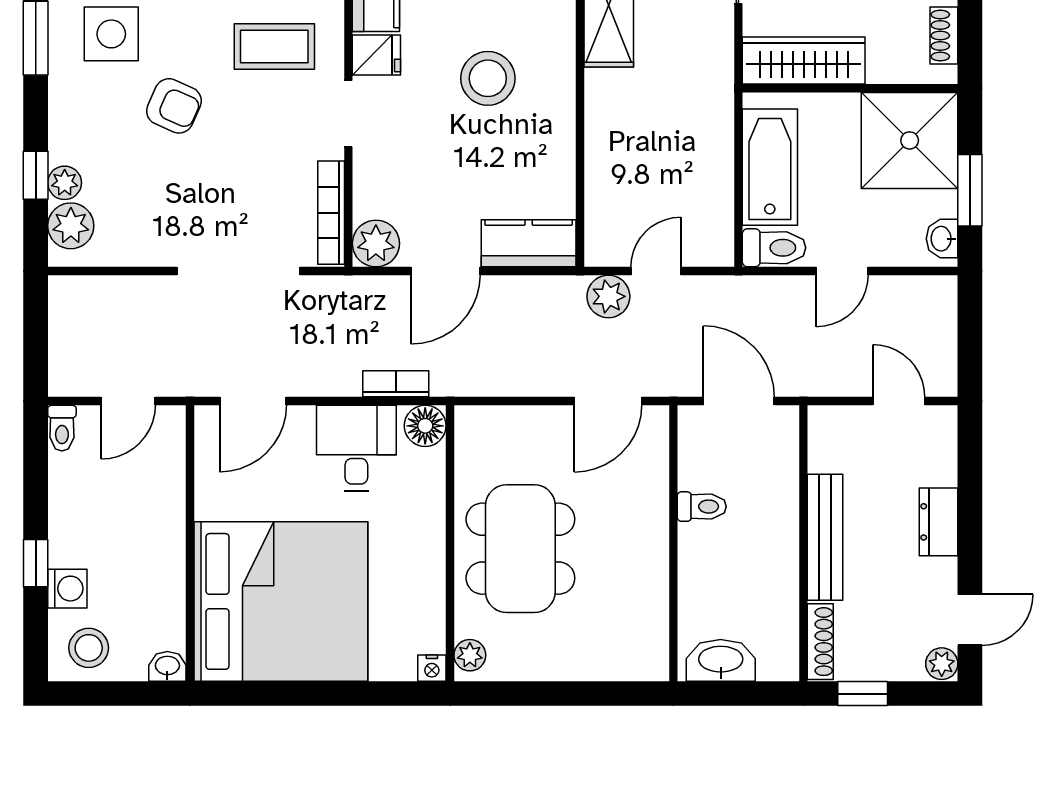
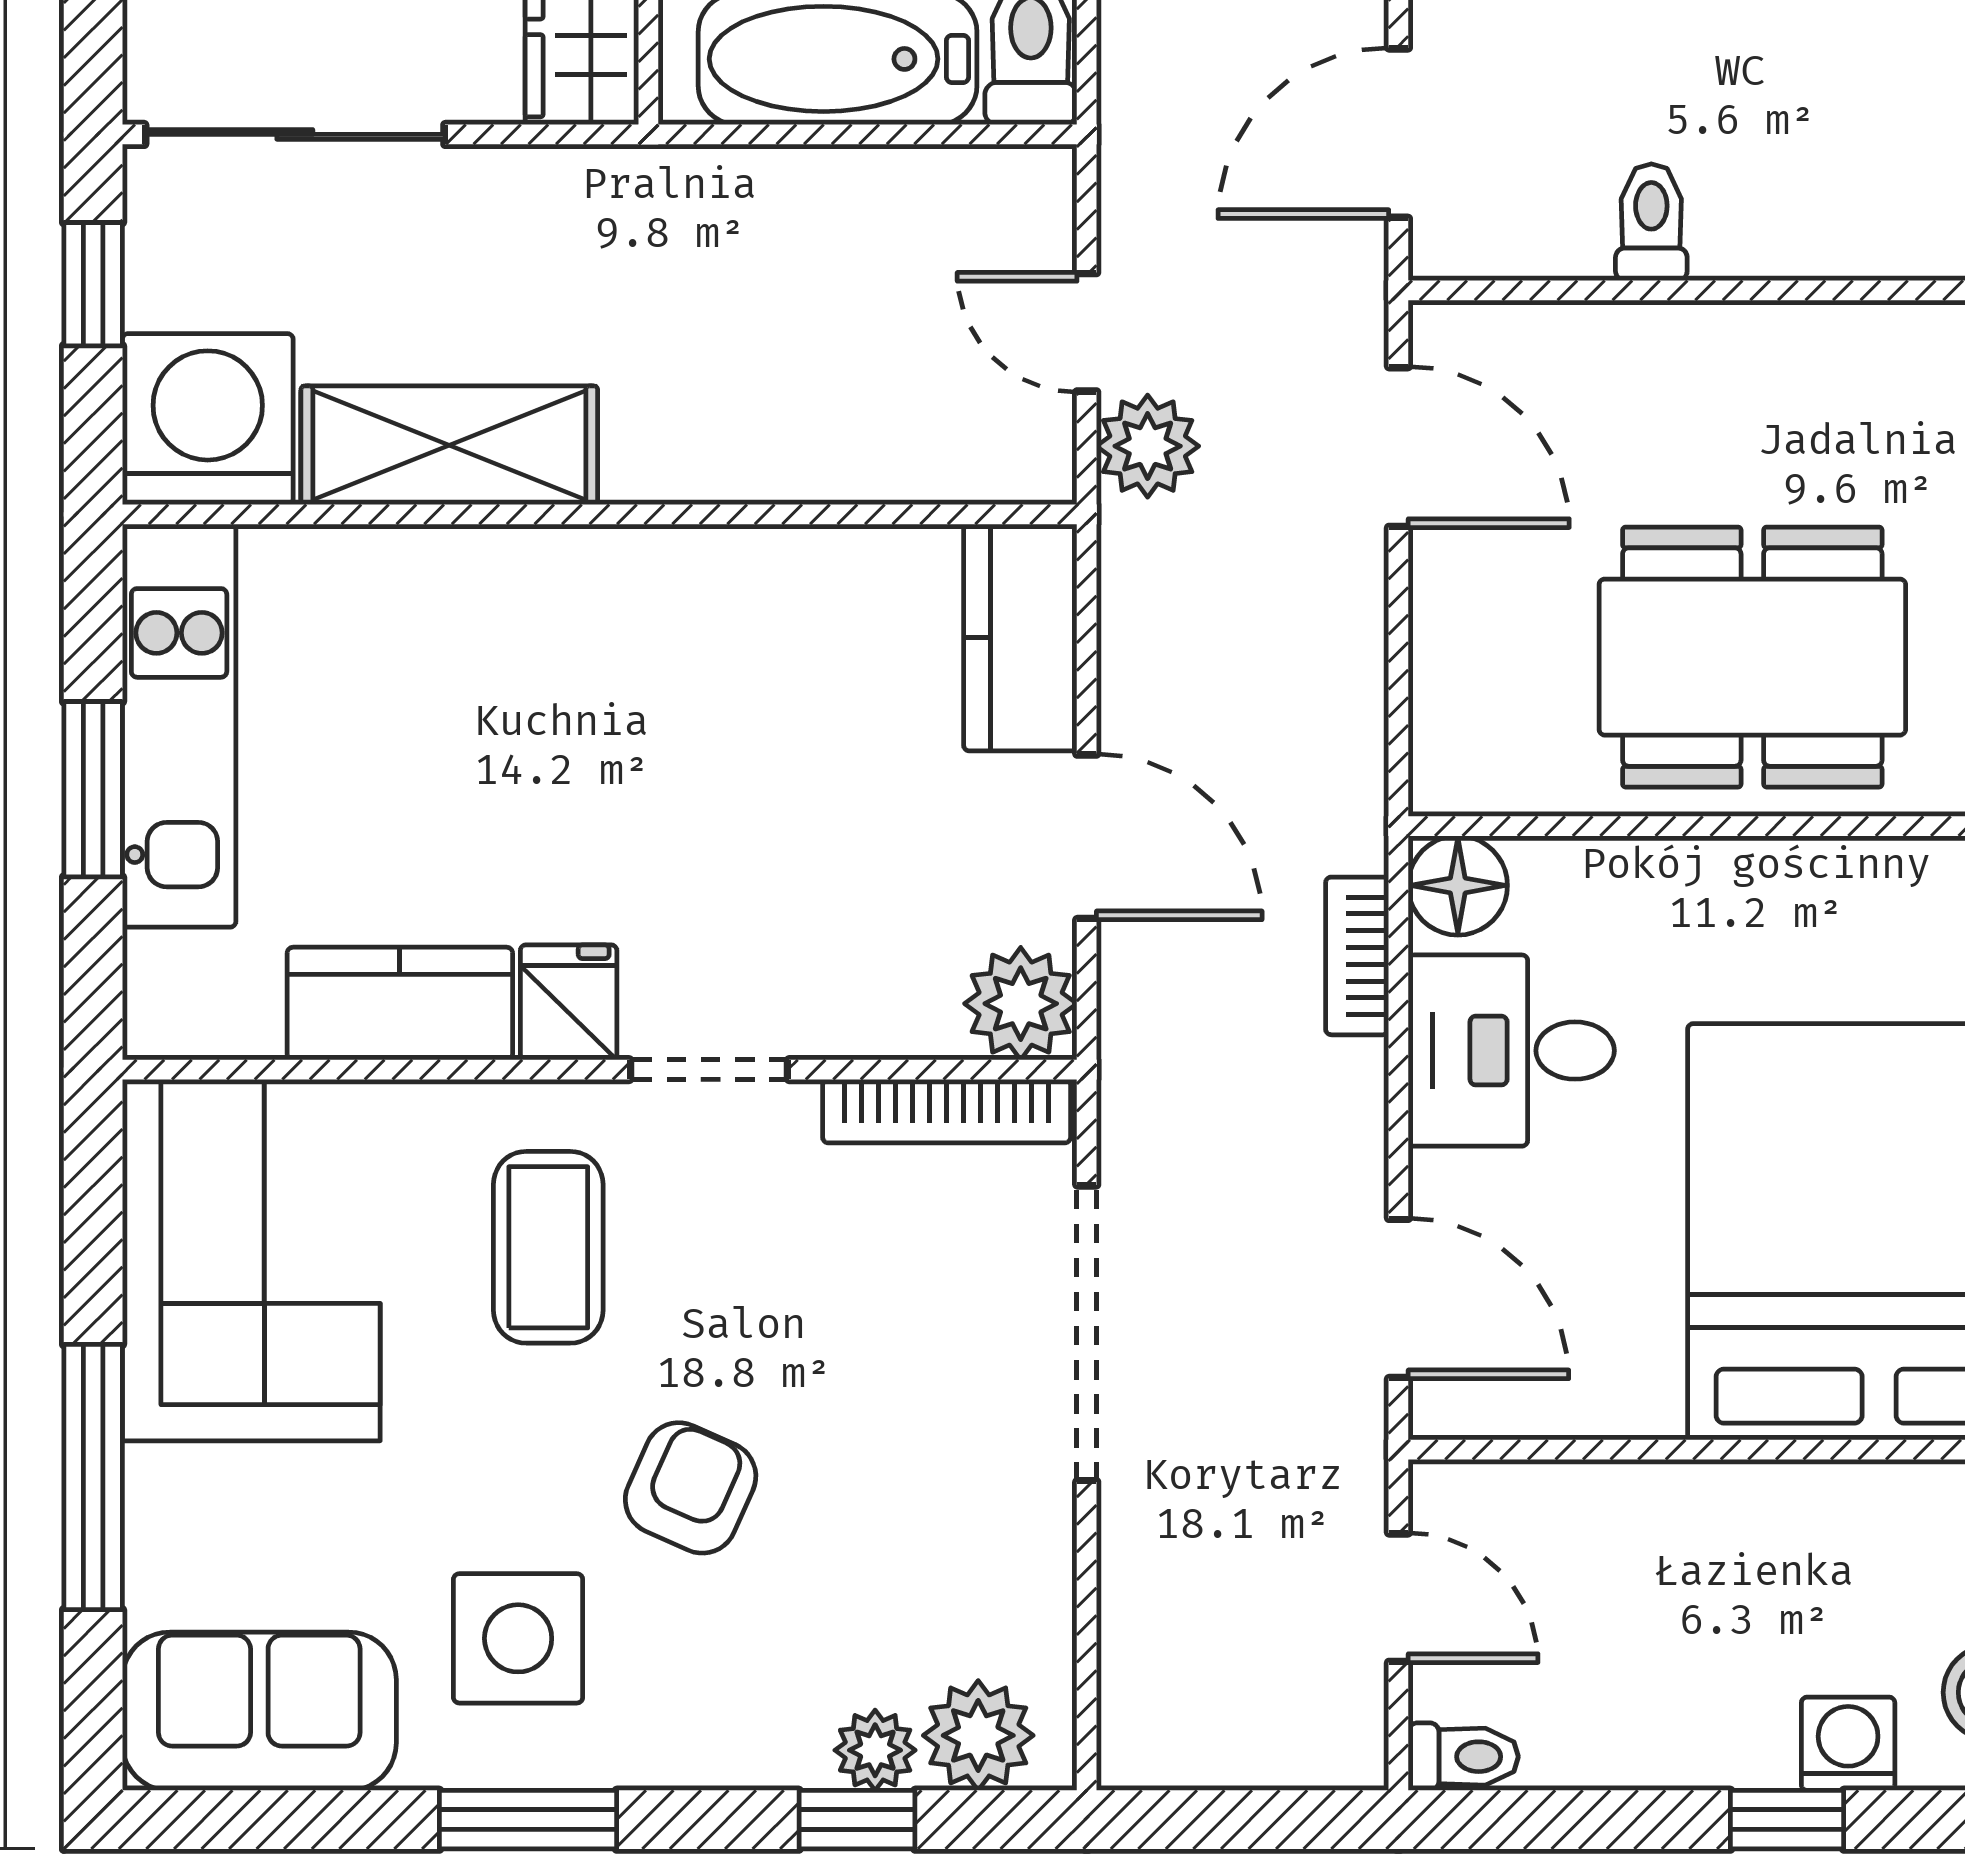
stool: (488, 78) -> (625, 735), removed

